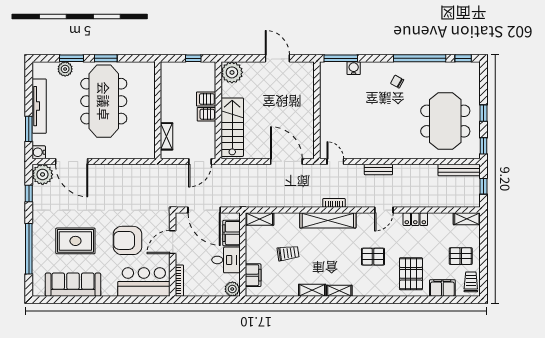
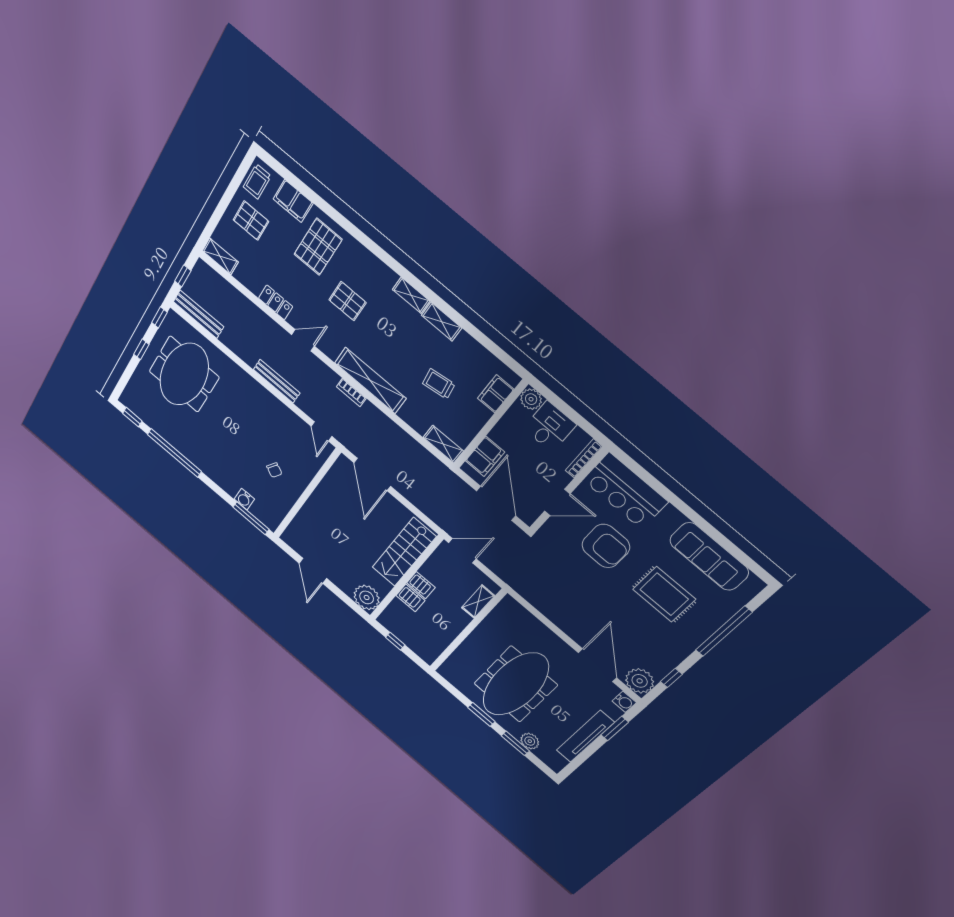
chair: (397, 82) -> (274, 470), moved
bench: (378, 170) -> (277, 381), width x1.36
desk: (226, 260) -> (550, 427), moved, turned 90

